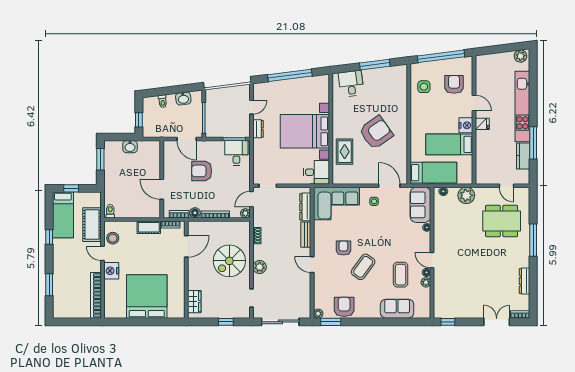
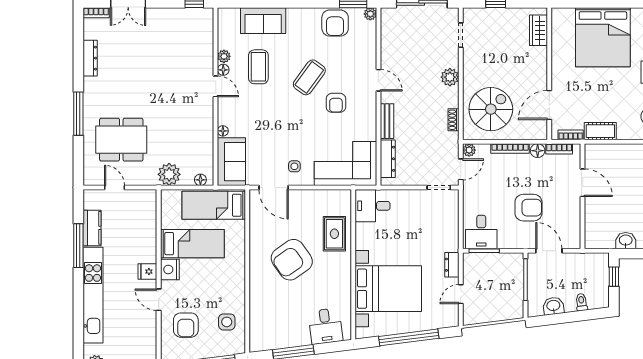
bed with nightstands: (305, 131) -> (388, 289), moved
spiral stairs: (229, 261) -> (491, 109), moved

